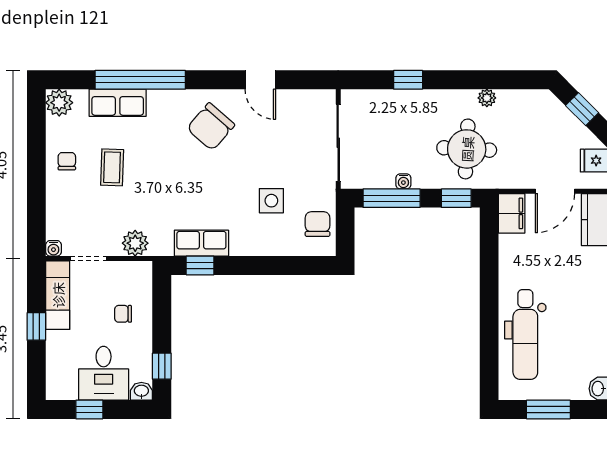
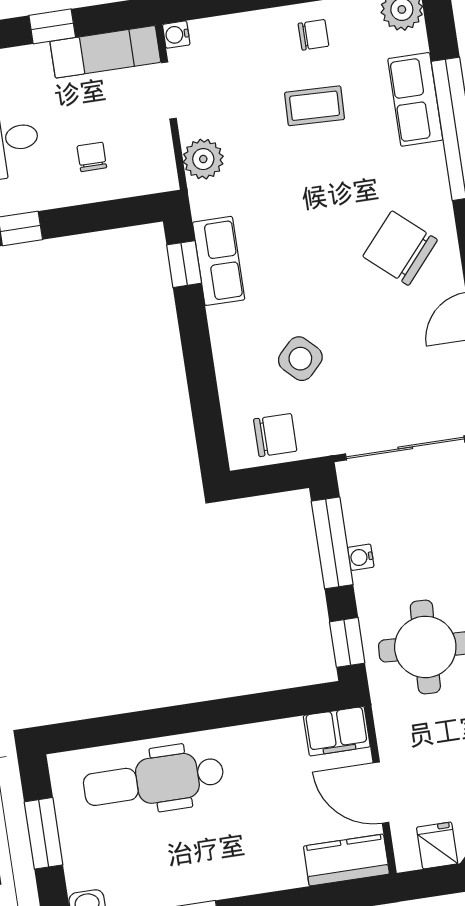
side table: (271, 201) -> (300, 359), turned 45

